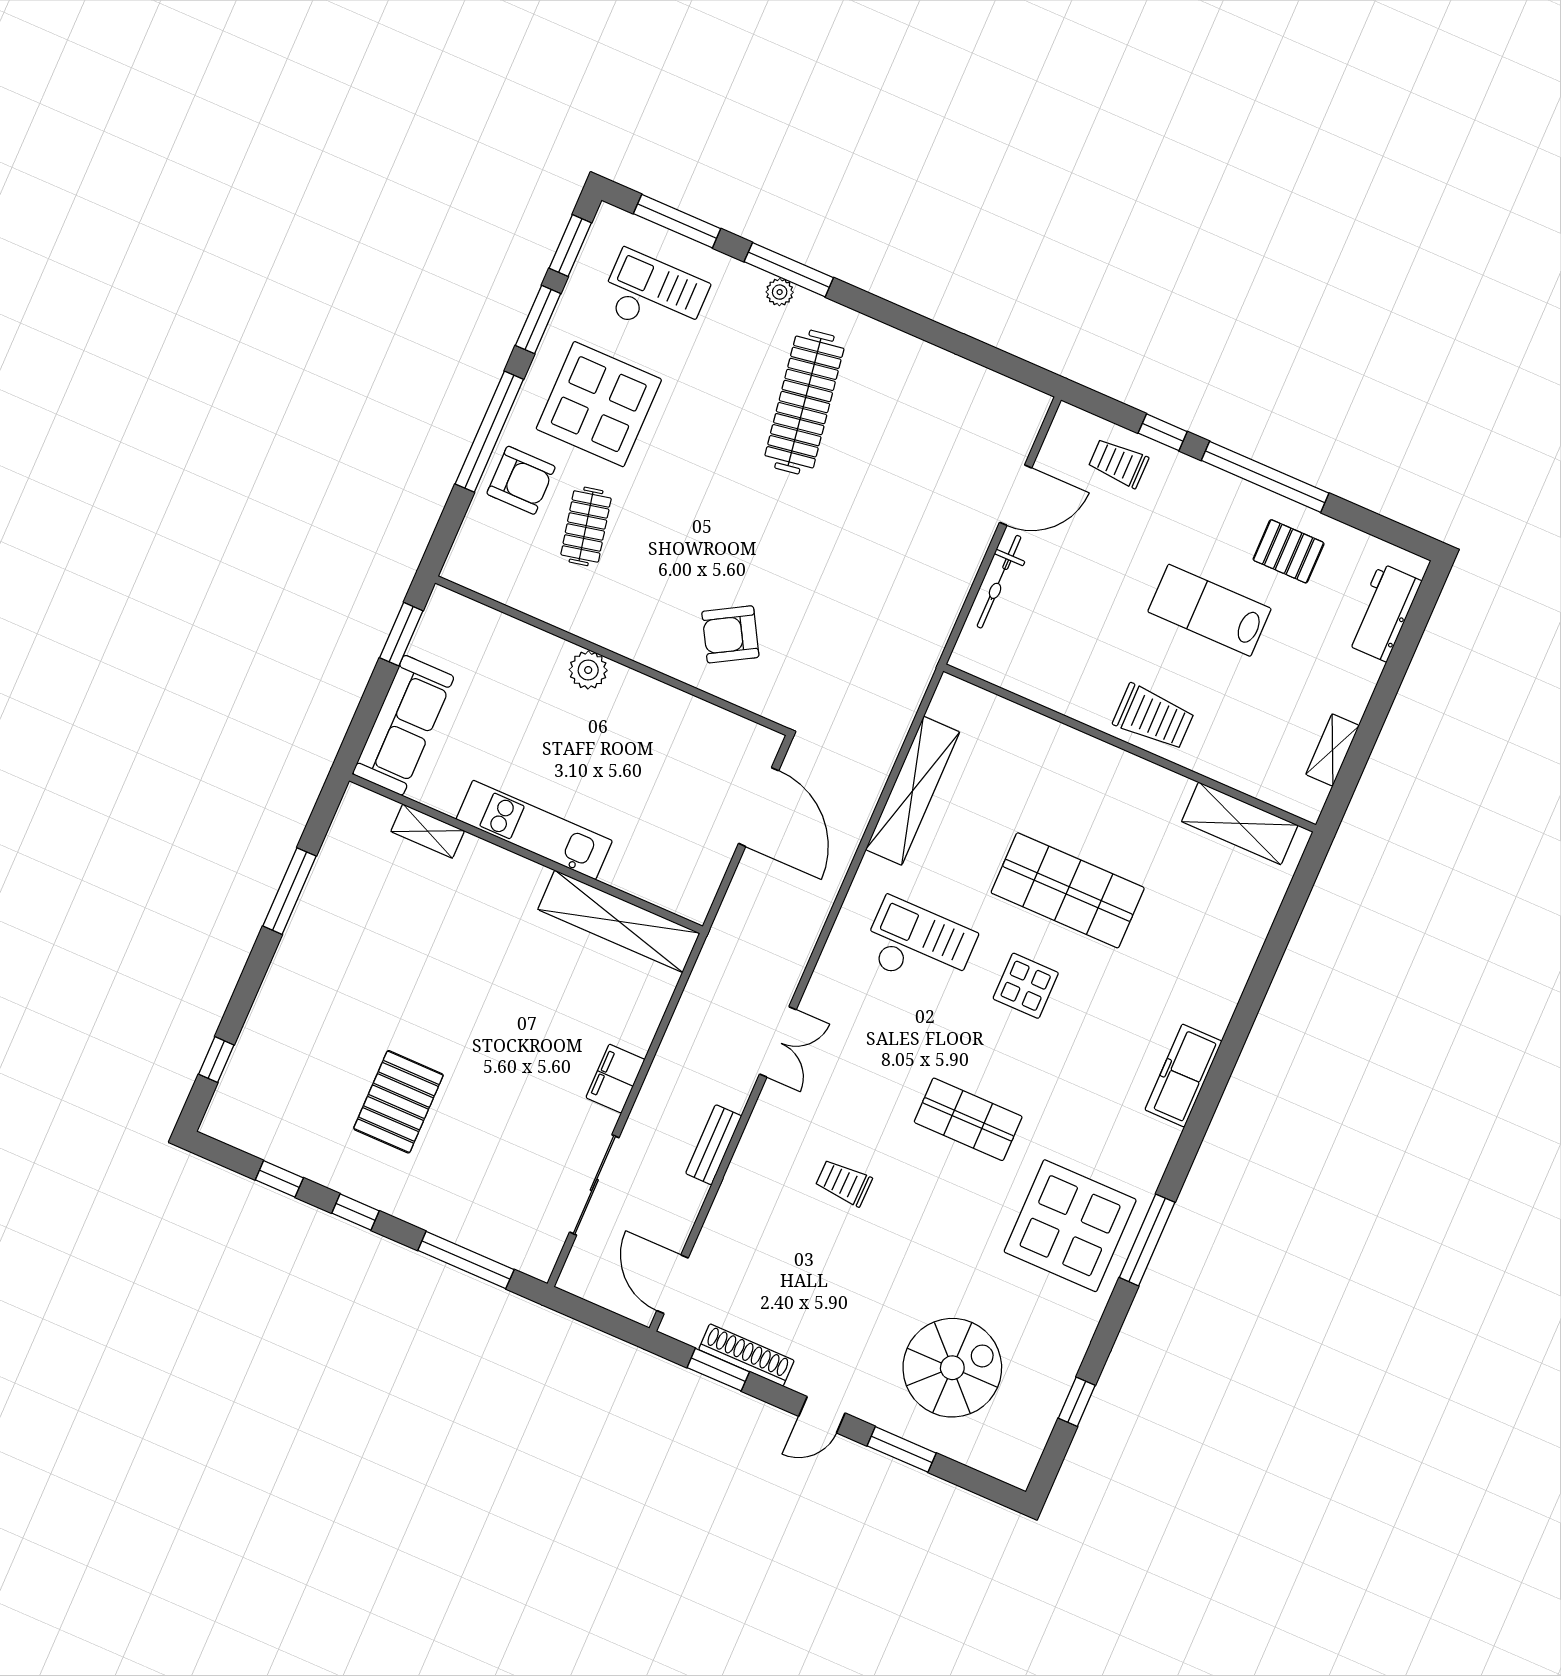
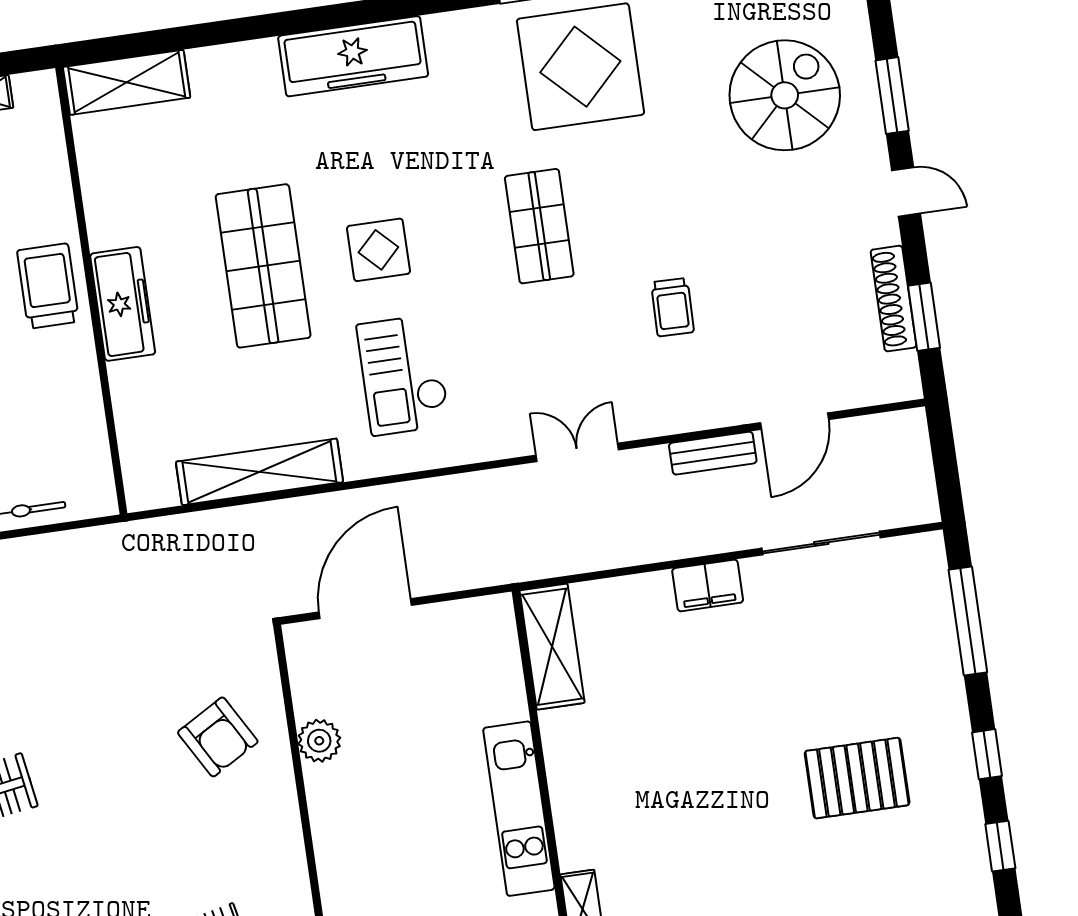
plant: (588, 670) -> (319, 741), moved
freezer: (1105, 766) -> (123, 304), added
shelving: (1240, 823) -> (127, 82), moved, turned 90
shelving: (619, 921) -> (552, 647), width x0.68
freezer: (1183, 1076) -> (353, 56), width x1.36, depth x1.26
door: (673, 1284) -> (794, 421), moved
spiral stairs: (952, 1368) -> (785, 95), turned 90

